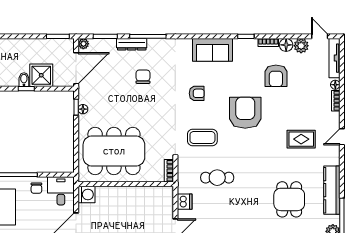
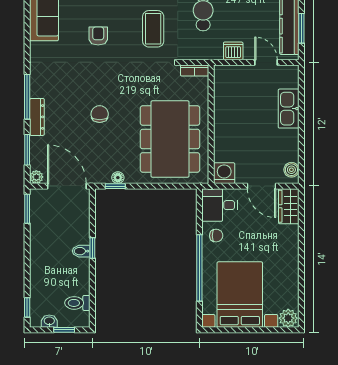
shower: (41, 75) -> (76, 230), removed
chair: (143, 77) -> (100, 114), moved, turned 90

